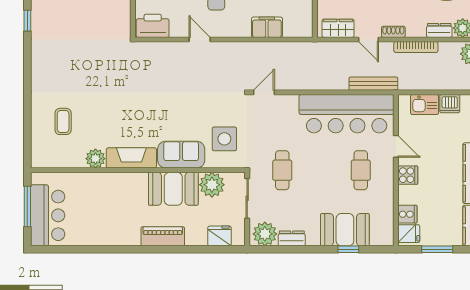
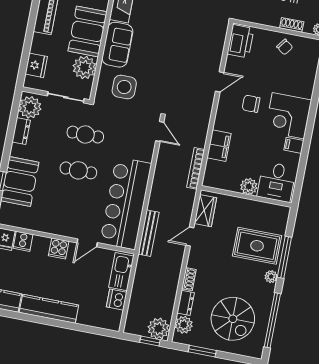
shoe rack: (393, 32) -> (189, 279), moved
bookcase: (416, 47) -> (196, 168), moved
kitchen sink: (425, 105) -> (121, 272), width x1.38
cafe table: (361, 170) -> (78, 170), moved

